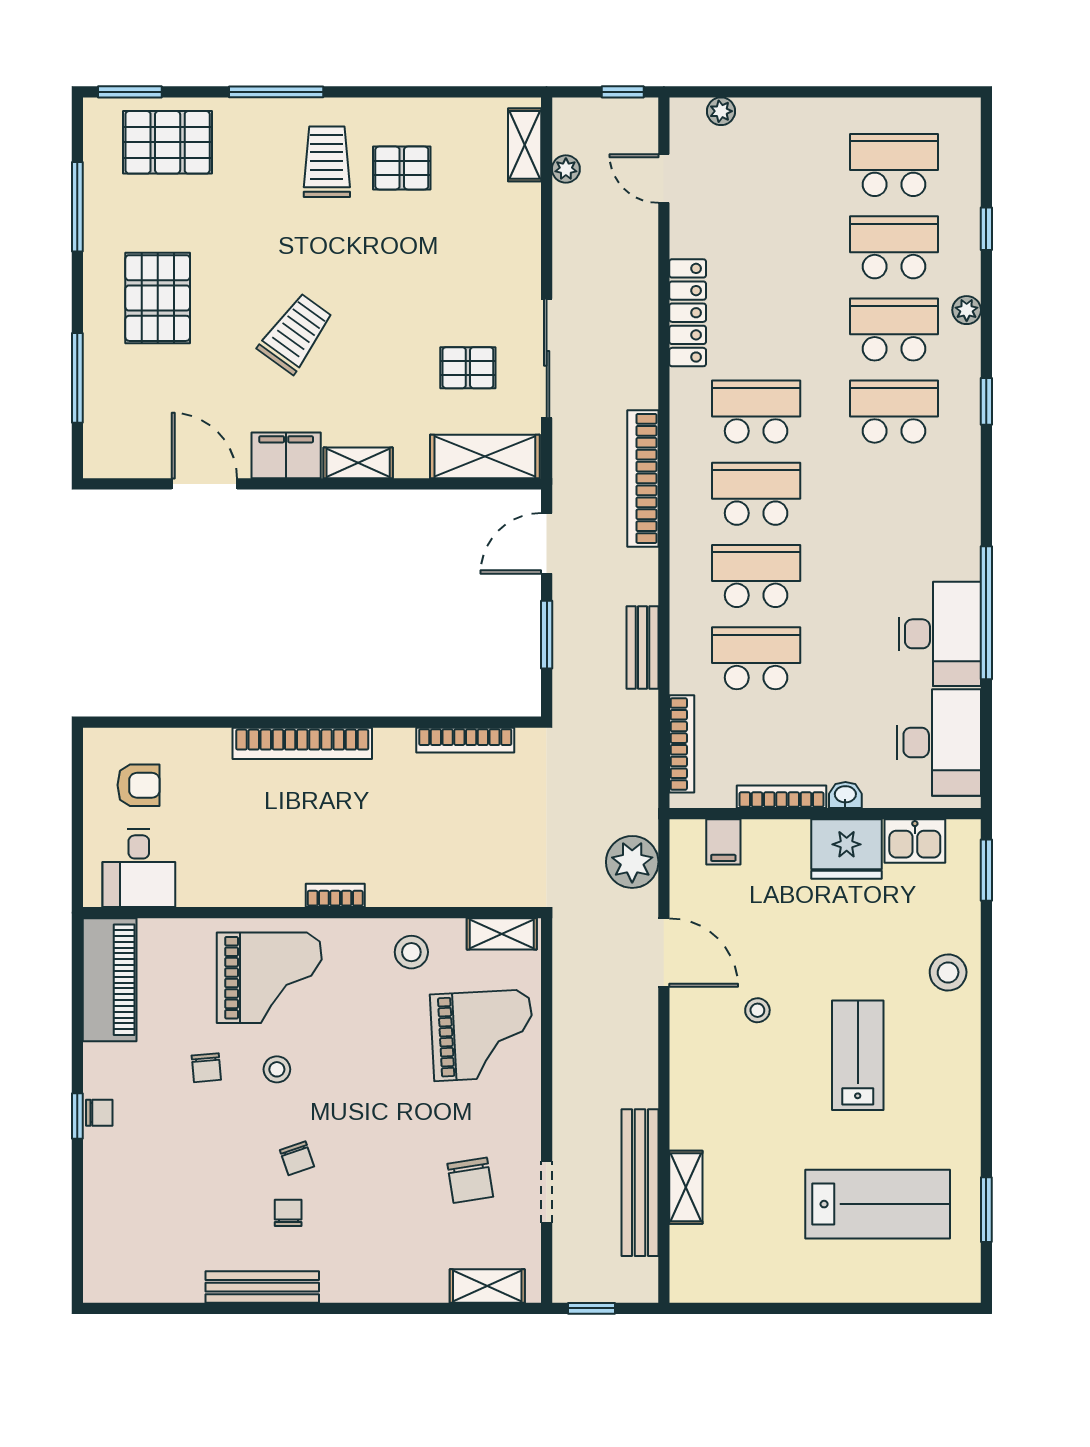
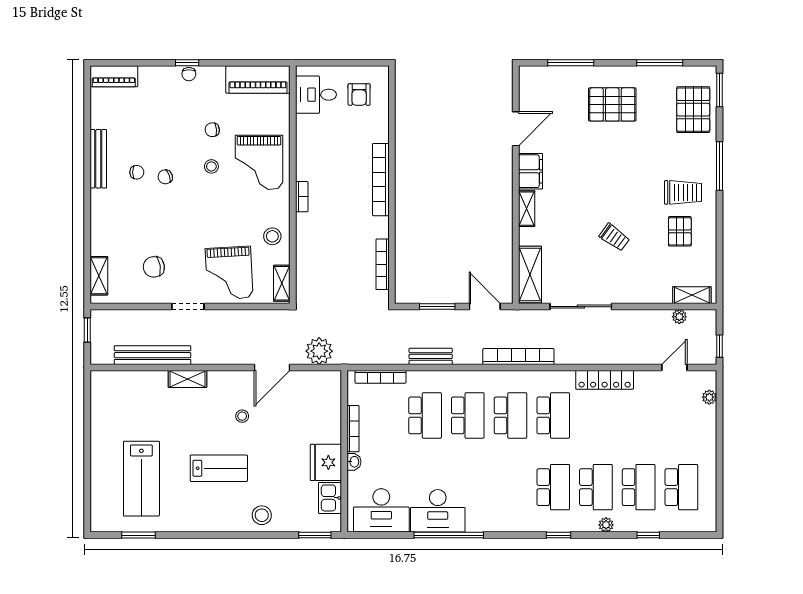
trolley: (296, 333) -> (614, 237), moved, width x0.73, depth x0.72
pallet: (468, 368) -> (576, 266), removed
filing cabinet: (723, 842) -> (330, 398), removed
shelving: (686, 1187) -> (188, 379), moved
doorway: (547, 1192) -> (188, 307), moved
piano: (103, 1257) -> (114, 76), added

